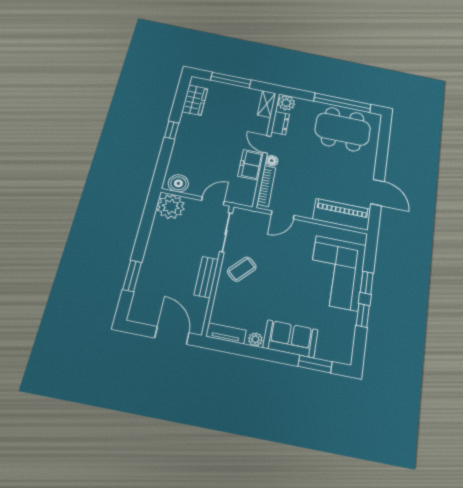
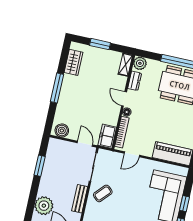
window: (231, 80) -> (100, 44), width x0.69
window: (172, 130) -> (57, 88), width x2.17
freezer: (251, 165) -> (107, 136), moved
door: (213, 201) -> (85, 144), hinge flipped
plant: (171, 207) -> (44, 206), moved
window: (132, 276) -> (40, 166), moved

